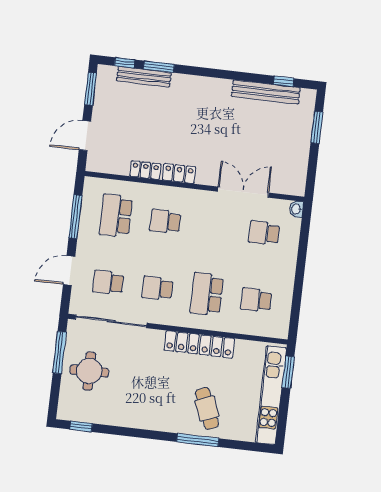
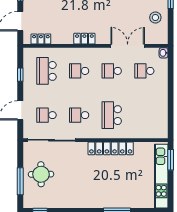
stool: (290, 154) -> (155, 17), added
locker: (145, 170) -> (41, 39), moved
window: (75, 217) -> (20, 75), width x0.46
school desk: (256, 300) -> (112, 71), moved
window: (59, 353) -> (20, 181), moved
cafe table: (207, 408) -> (121, 190), removed

